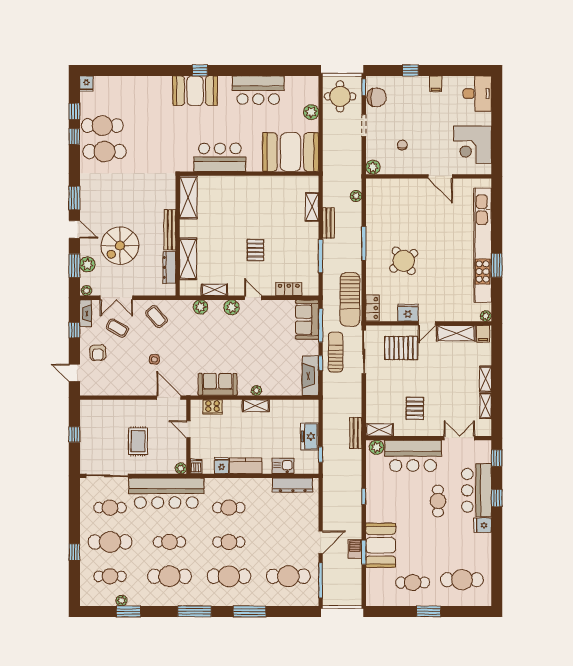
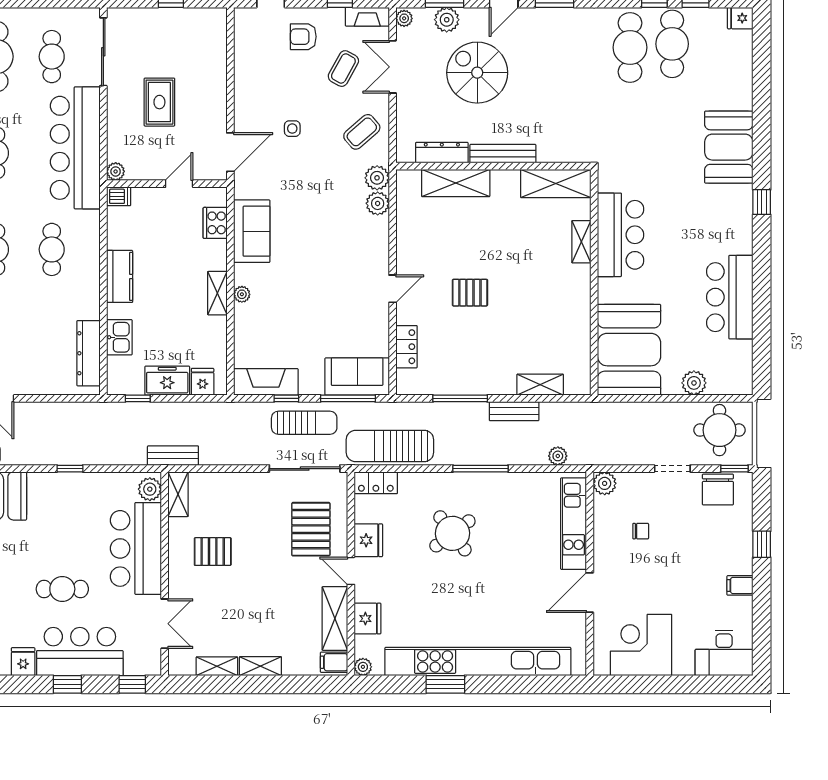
booth: (195, 91) -> (729, 147), moved
kitchen unit: (398, 186) -> (574, 524), added
shelving: (214, 290) -> (581, 242), moved
plant: (232, 307) -> (377, 178), moved
fridge: (456, 313) -> (368, 619), added
rug: (138, 441) -> (159, 102), turned 90
fridge: (221, 466) -> (203, 382), moved, turned -90

